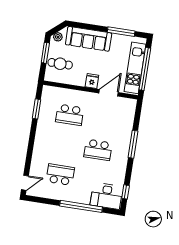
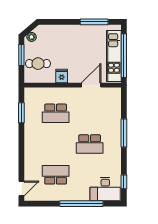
sofa: (89, 39) -> (63, 34), removed
fridge: (92, 81) -> (62, 76), moved

